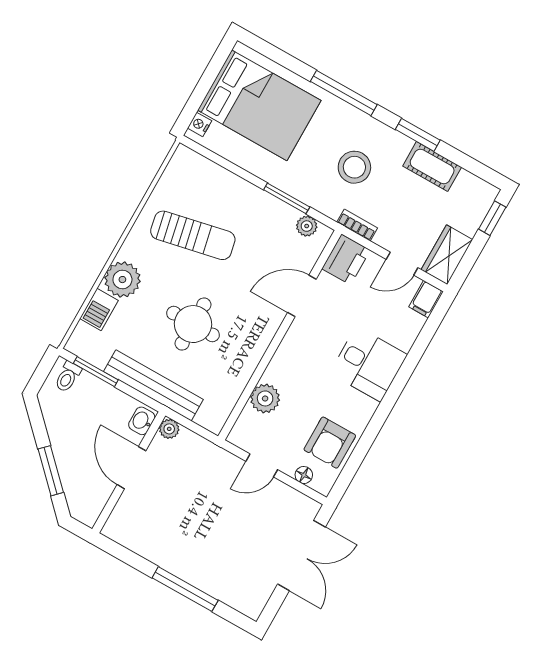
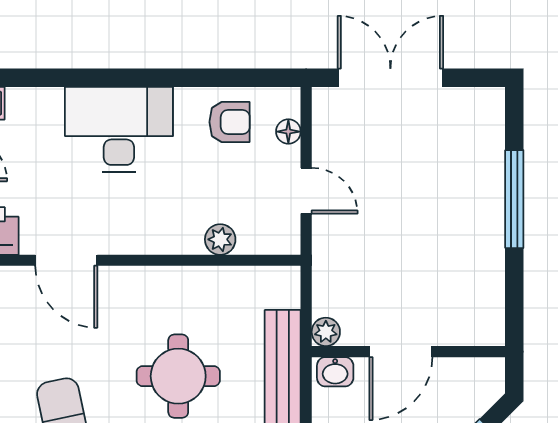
desk: (368, 364) -> (119, 129), width x1.37
plant: (265, 398) -> (220, 239), width x0.73, depth x0.73
armchair: (330, 443) -> (230, 122), width x0.72, depth x0.72

